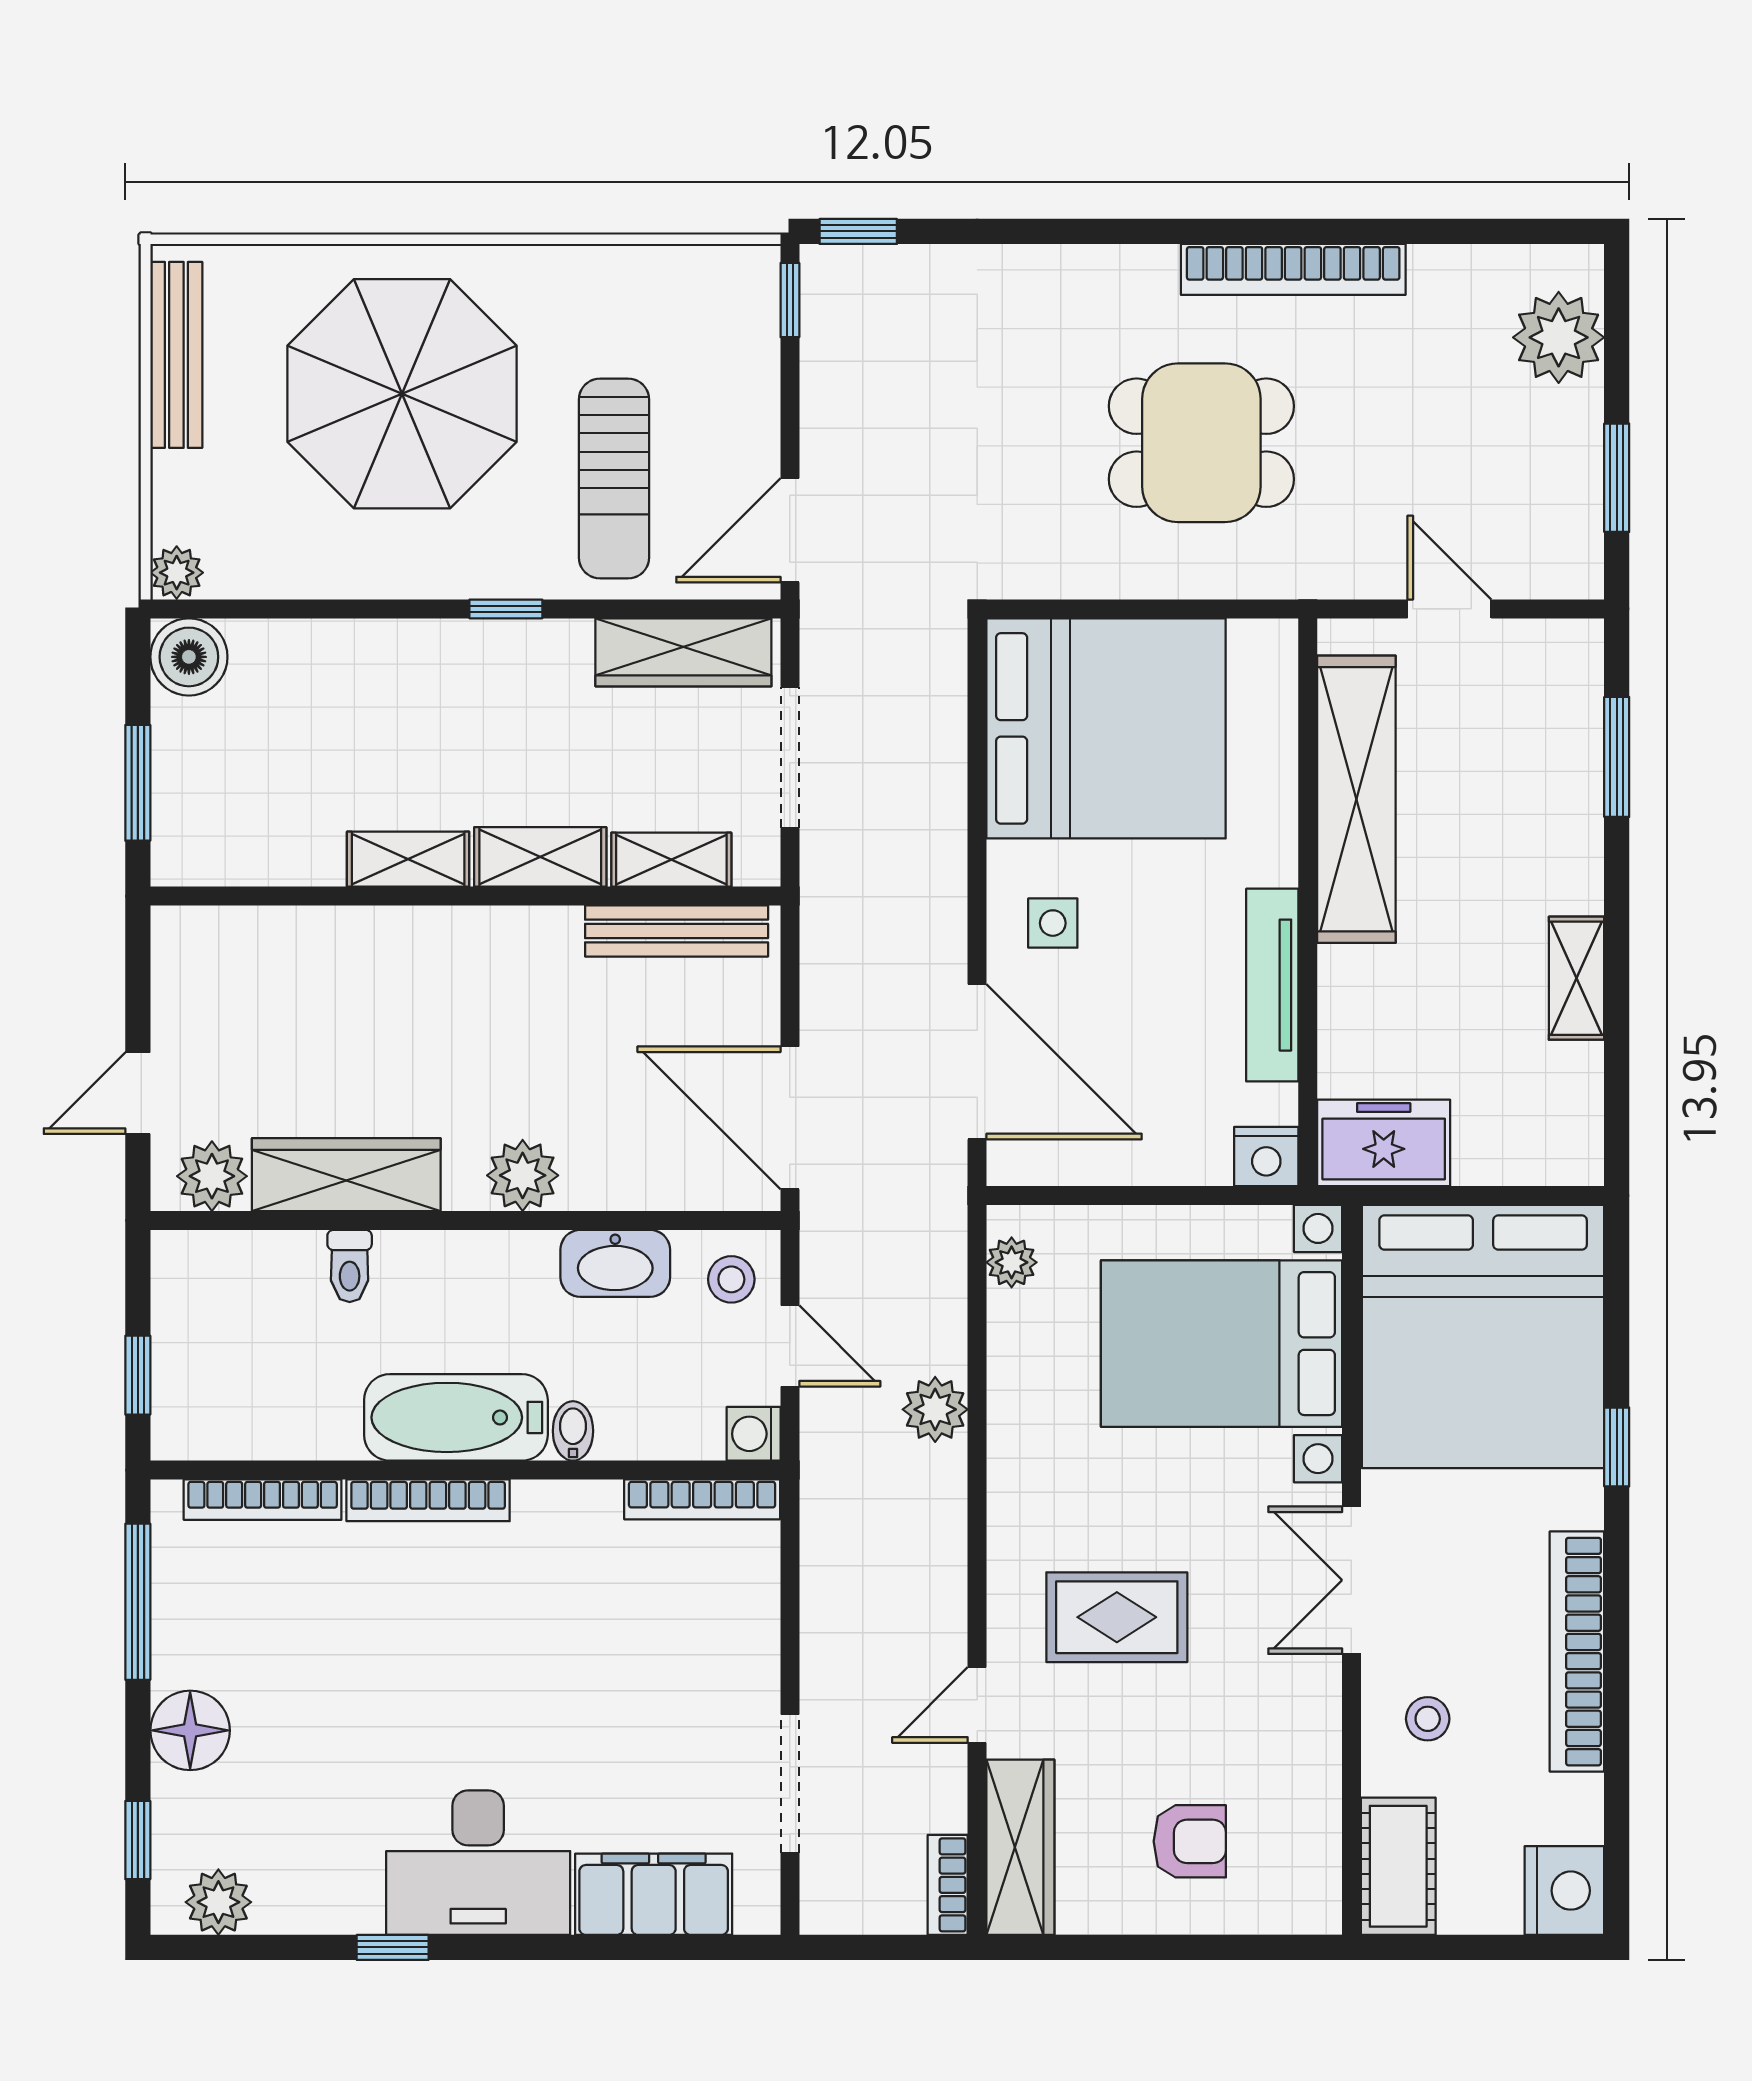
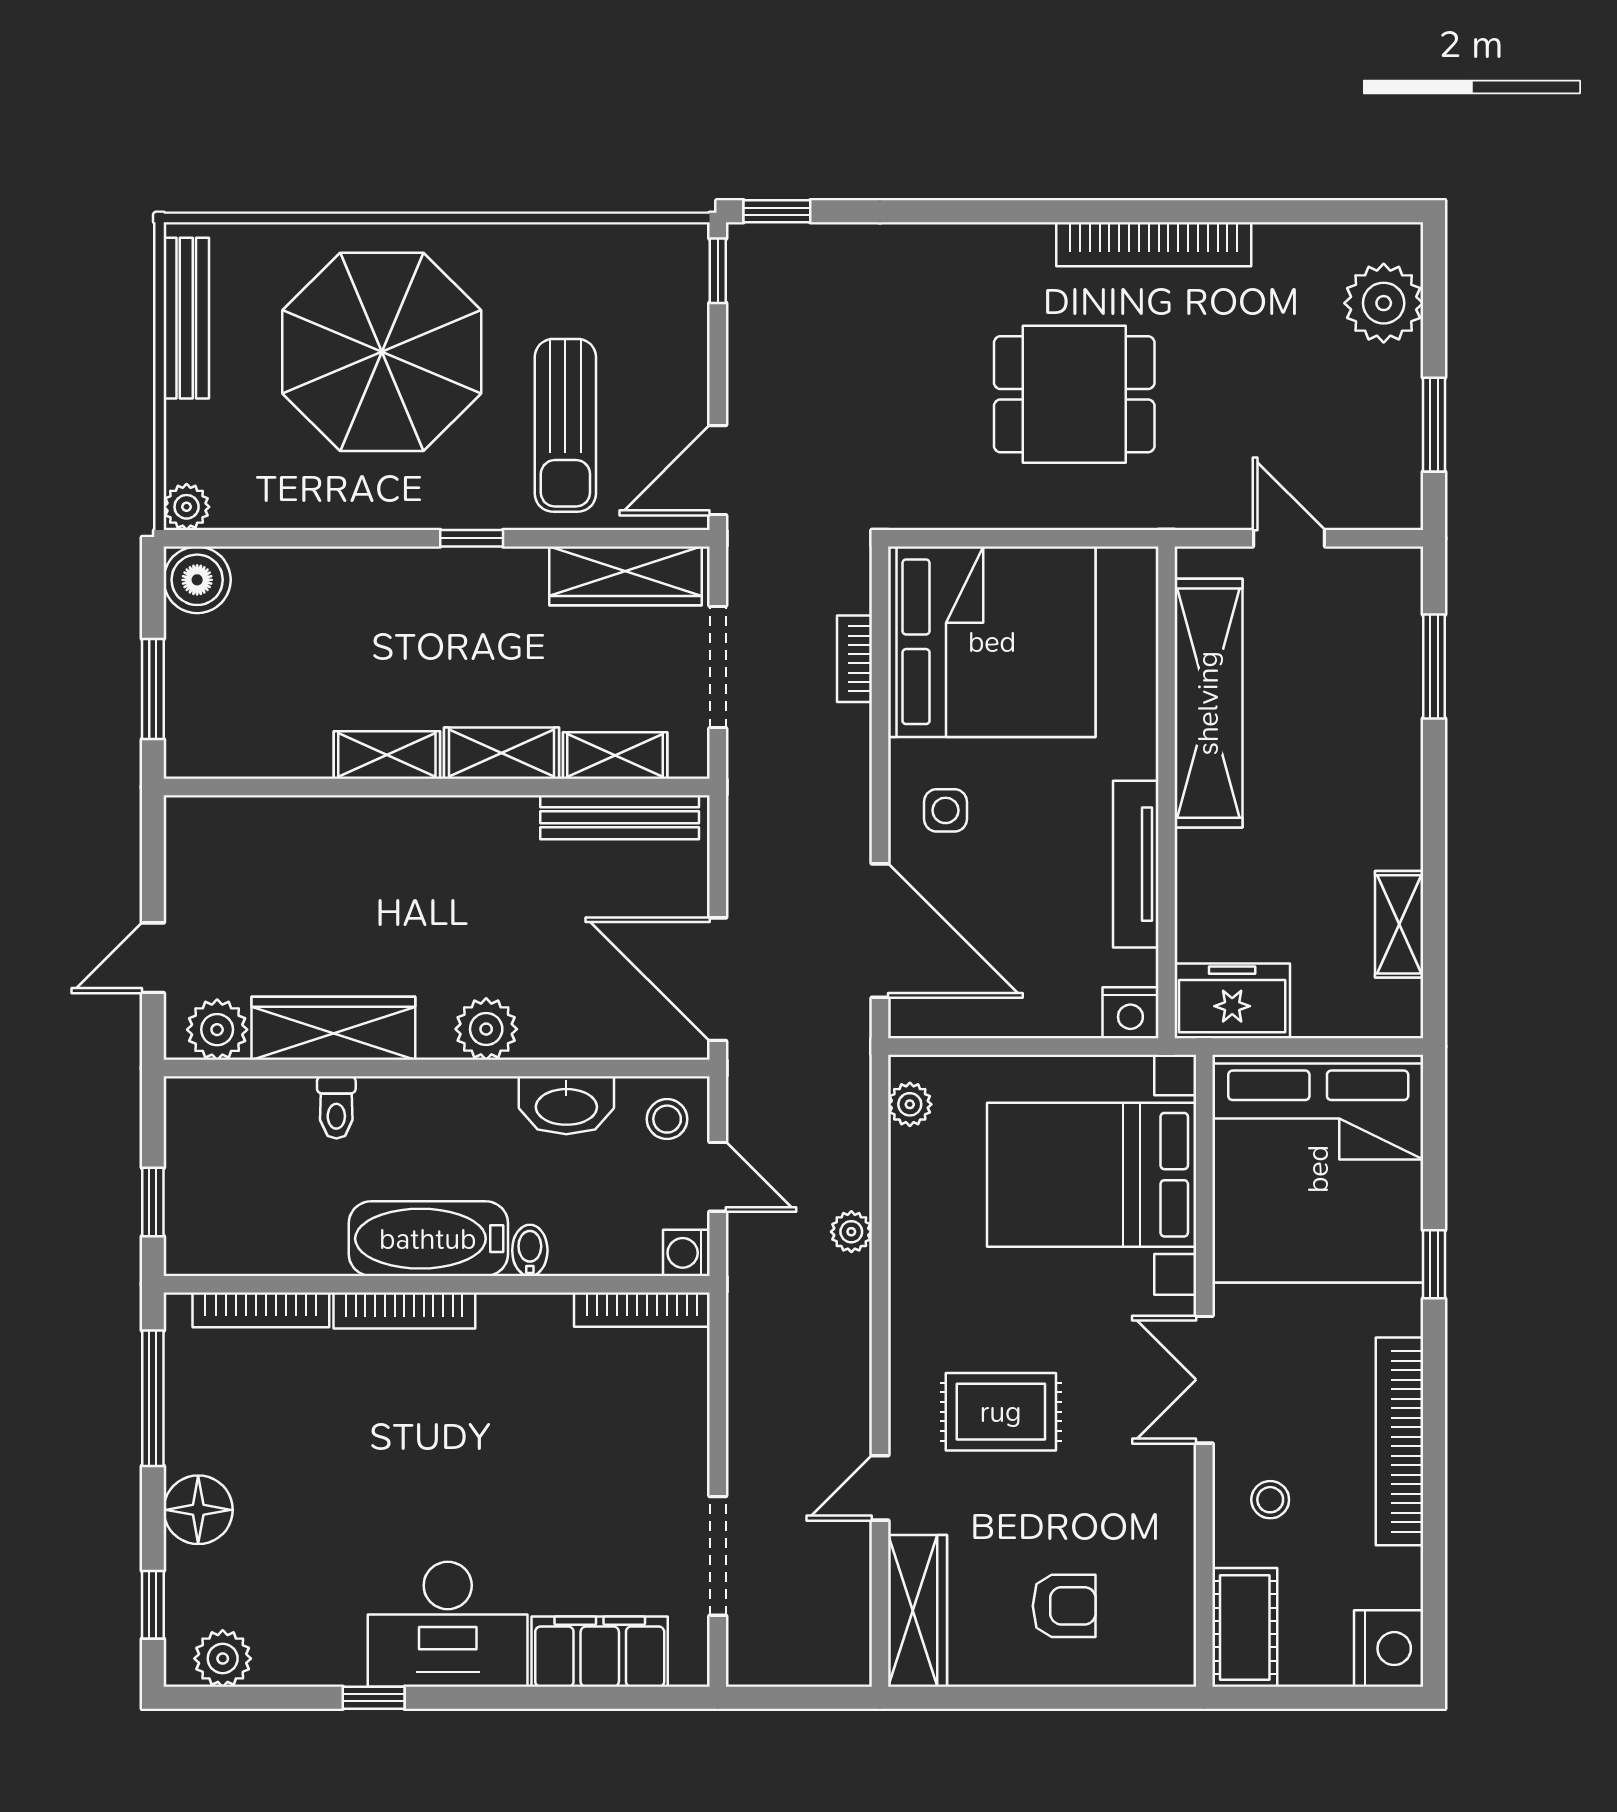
shelving: (1577, 978) -> (1399, 924), moved
plant: (935, 1409) -> (851, 1232), width x0.73, depth x0.73
bookcase: (948, 1885) -> (854, 659), moved

